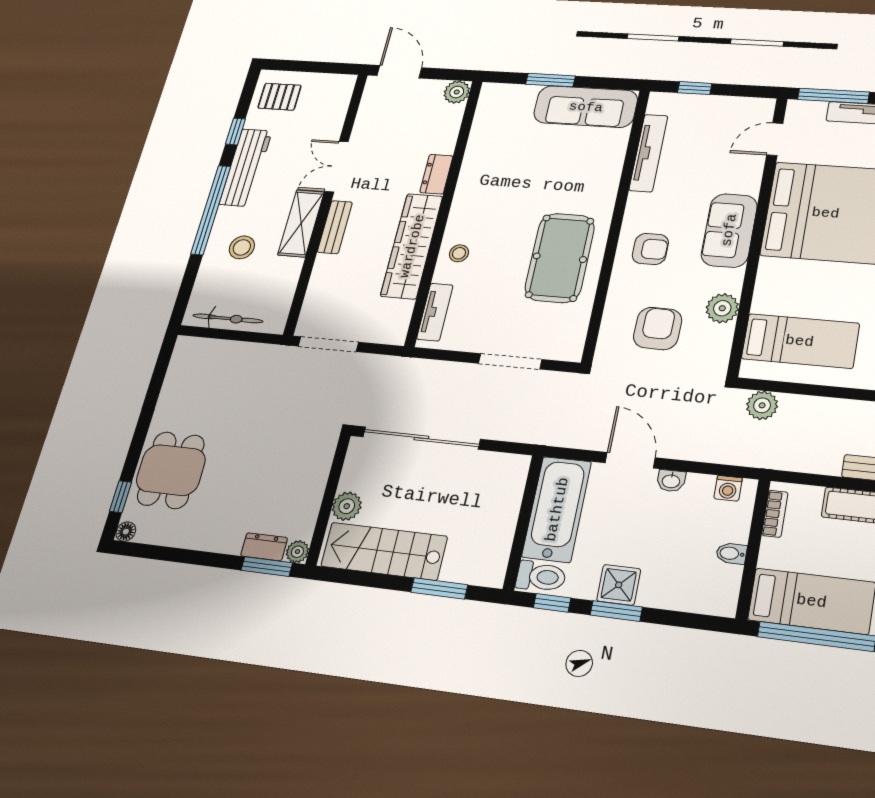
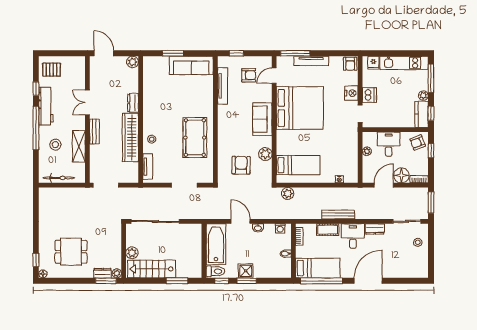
shelving: (301, 223) -> (79, 146), moved
armchair: (650, 249) -> (249, 75), moved
dining table: (171, 470) -> (71, 252), moved, turned 90

